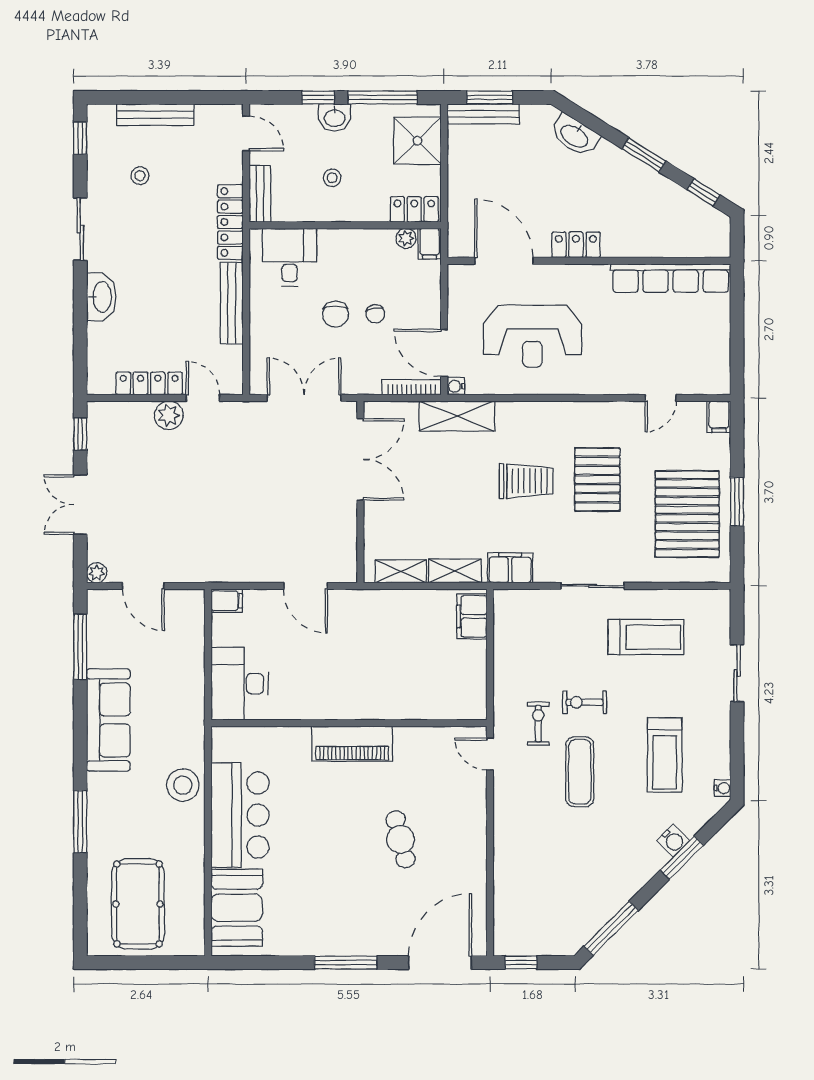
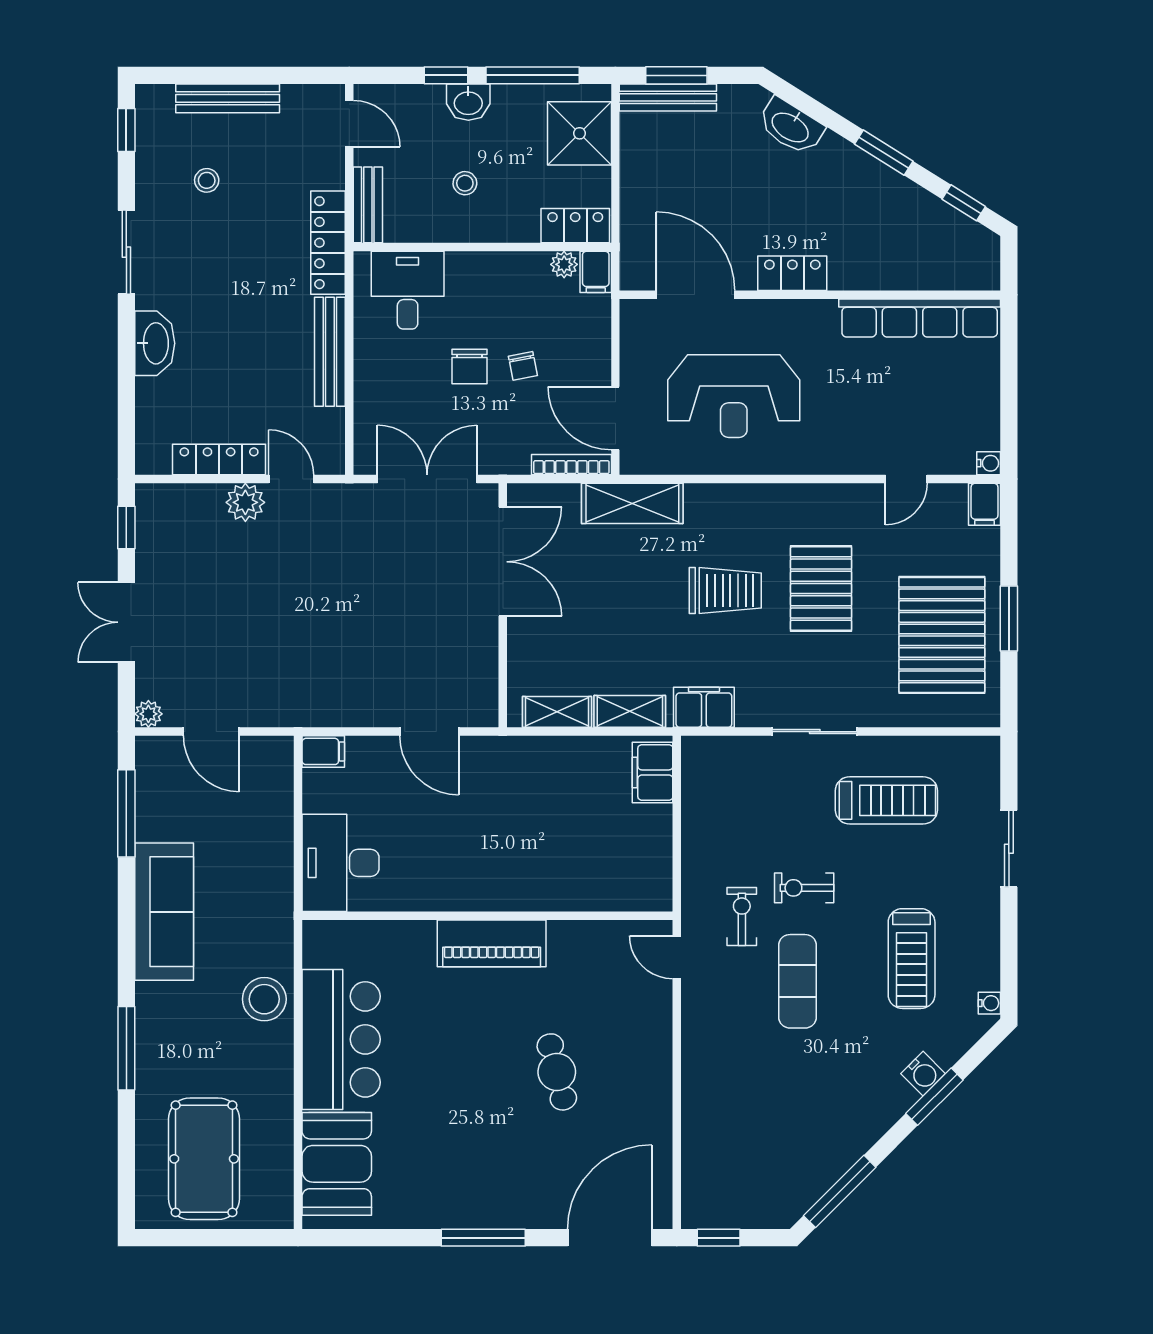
water cooler: (456, 386) -> (989, 463), moved, turned 180

